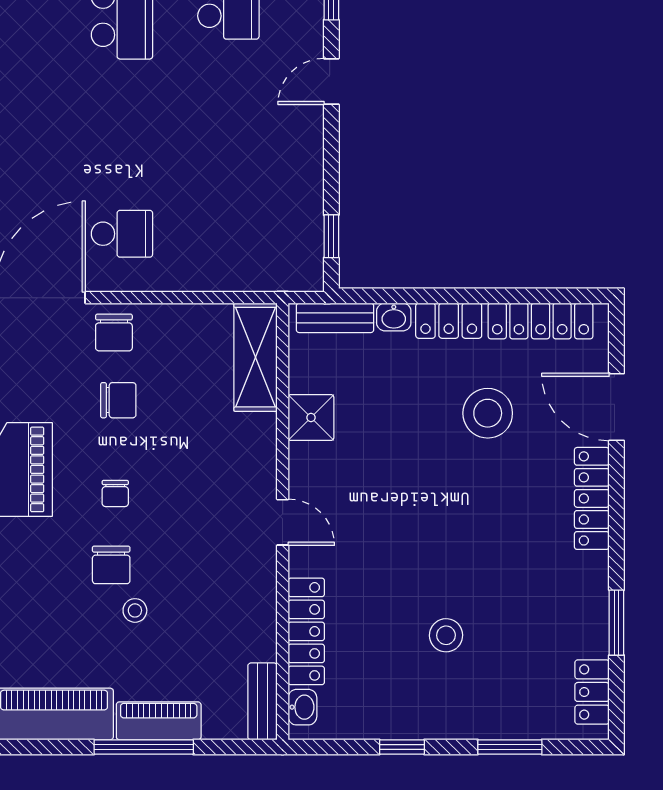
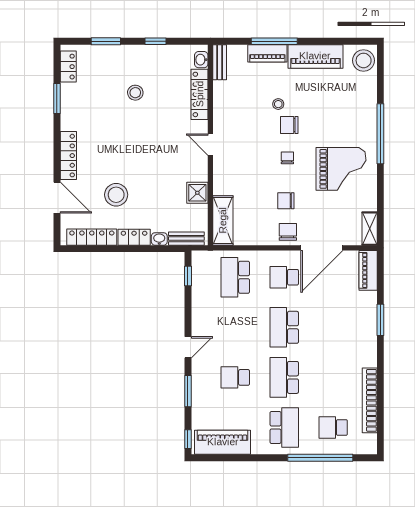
school desk: (122, 125) -> (284, 327), added
school desk: (228, 234) -> (235, 277), added
chair: (111, 565) -> (289, 125), turned -90

